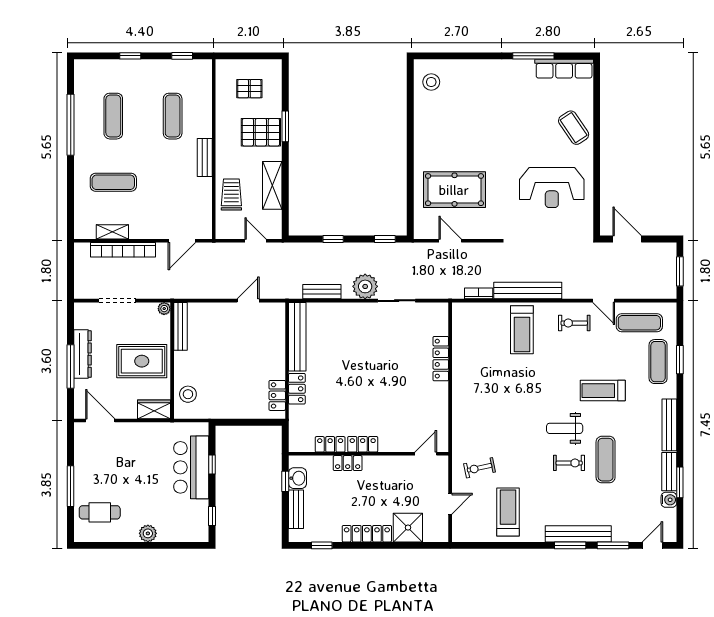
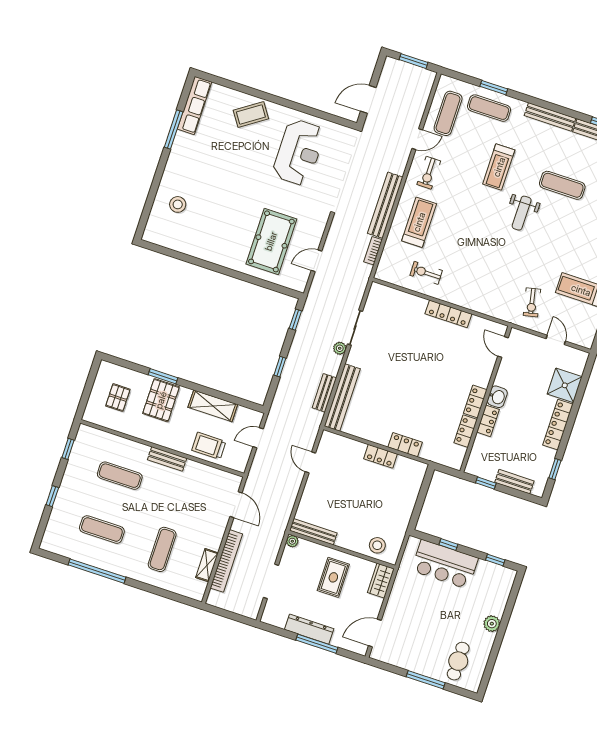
stool: (431, 82) -> (178, 204), moved
plant: (365, 286) -> (340, 348), width x0.53, depth x0.53
treadmill: (522, 330) -> (419, 222), turned -90
bench: (297, 337) -> (342, 397), moved, turned 90
locker: (441, 359) -> (448, 314), moved
rug: (142, 361) -> (333, 577), width x0.73, depth x0.70
locker: (277, 395) -> (381, 456), moved
exercise bike: (569, 463) -> (426, 273), moved, turned -90
washbasin: (298, 478) -> (497, 397), moved, turned 90

